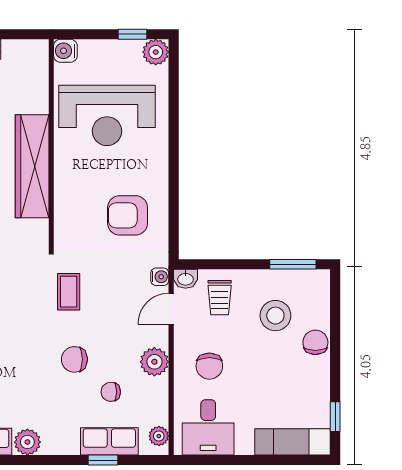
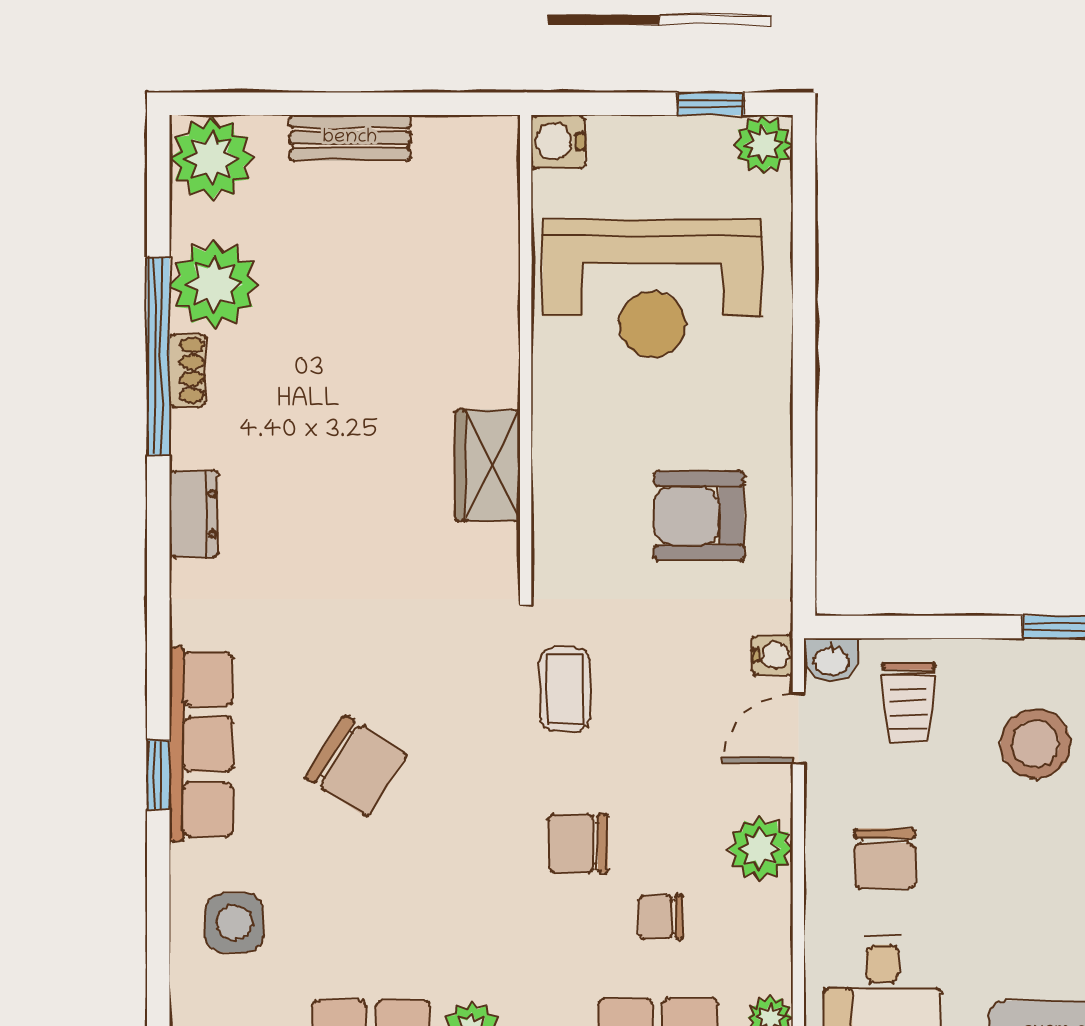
wardrobe: (32, 166) -> (488, 465), width x0.48, depth x0.85

